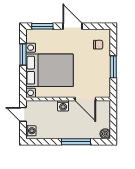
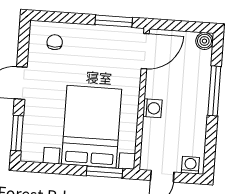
window: (23, 55) -> (104, 172), moved
window: (113, 67) -> (114, 21), moved
door: (85, 99) -> (145, 51), moved

